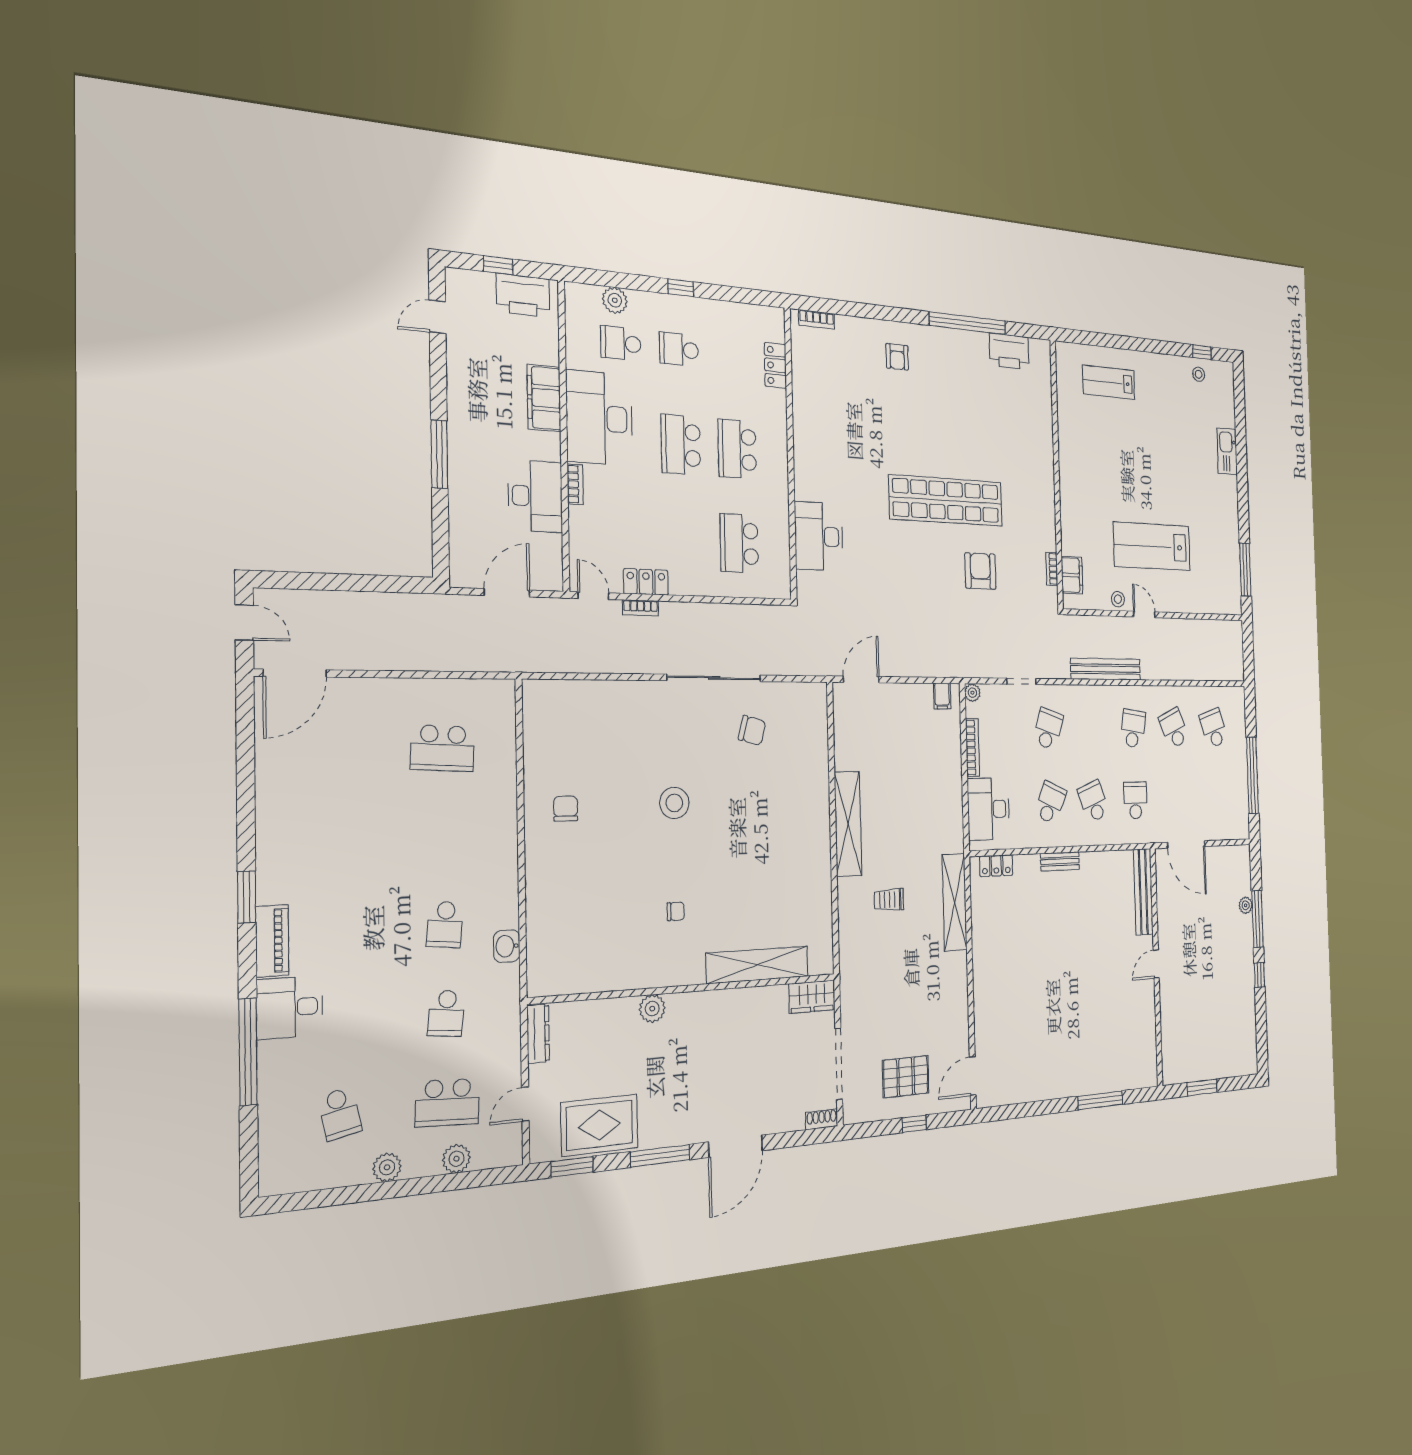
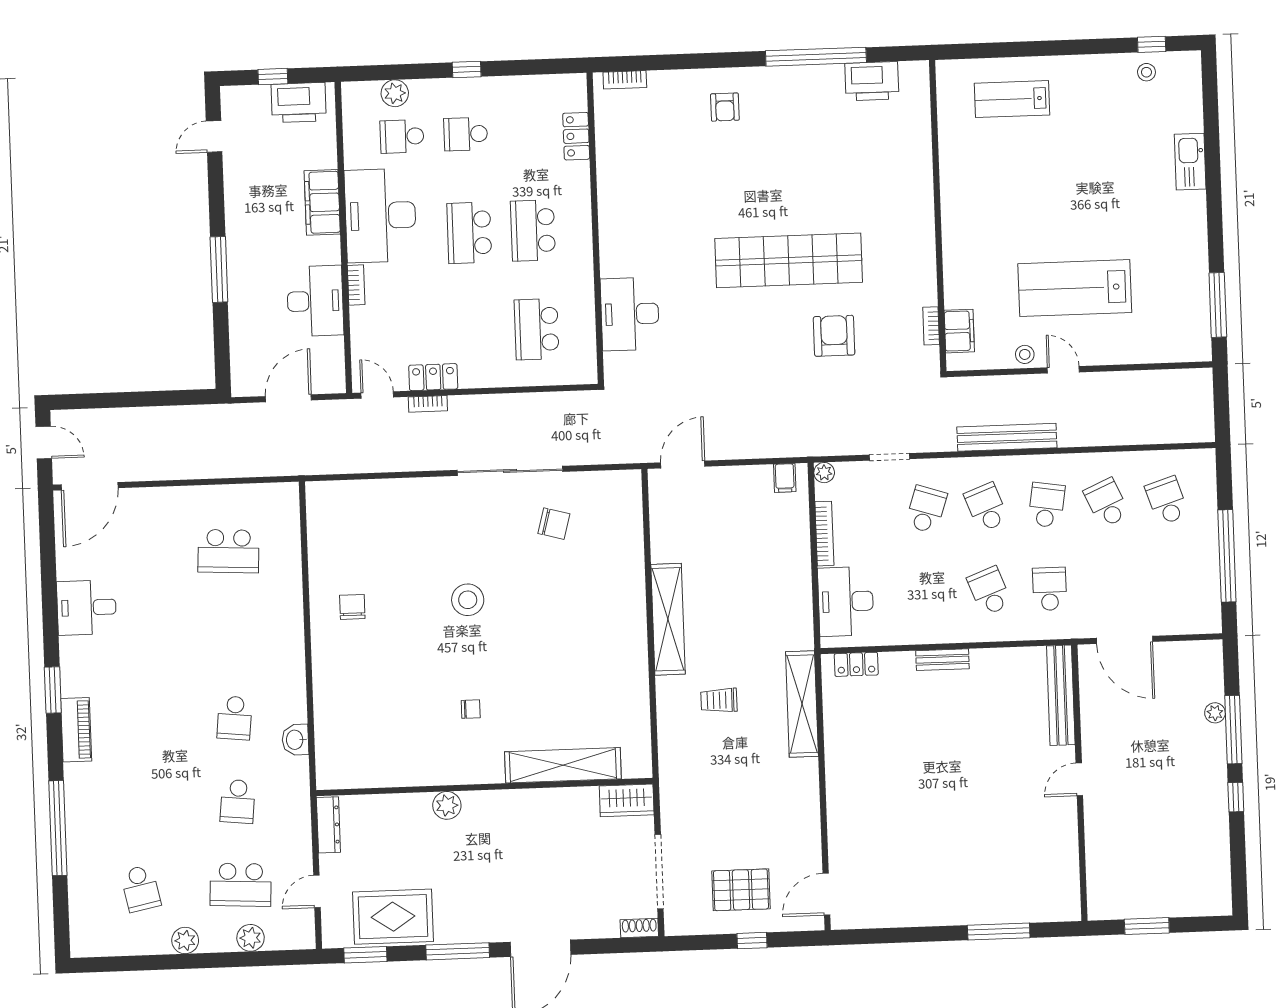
school desk: (1050, 803) -> (986, 507), moved, turned -45
desk: (290, 1007) -> (87, 607), moved

